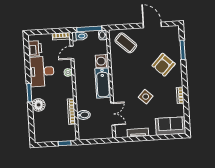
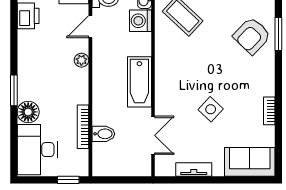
washing machine: (102, 61) -> (140, 21), moved
armchair: (164, 65) -> (252, 36), moved
desk: (42, 71) -> (37, 150), moved

